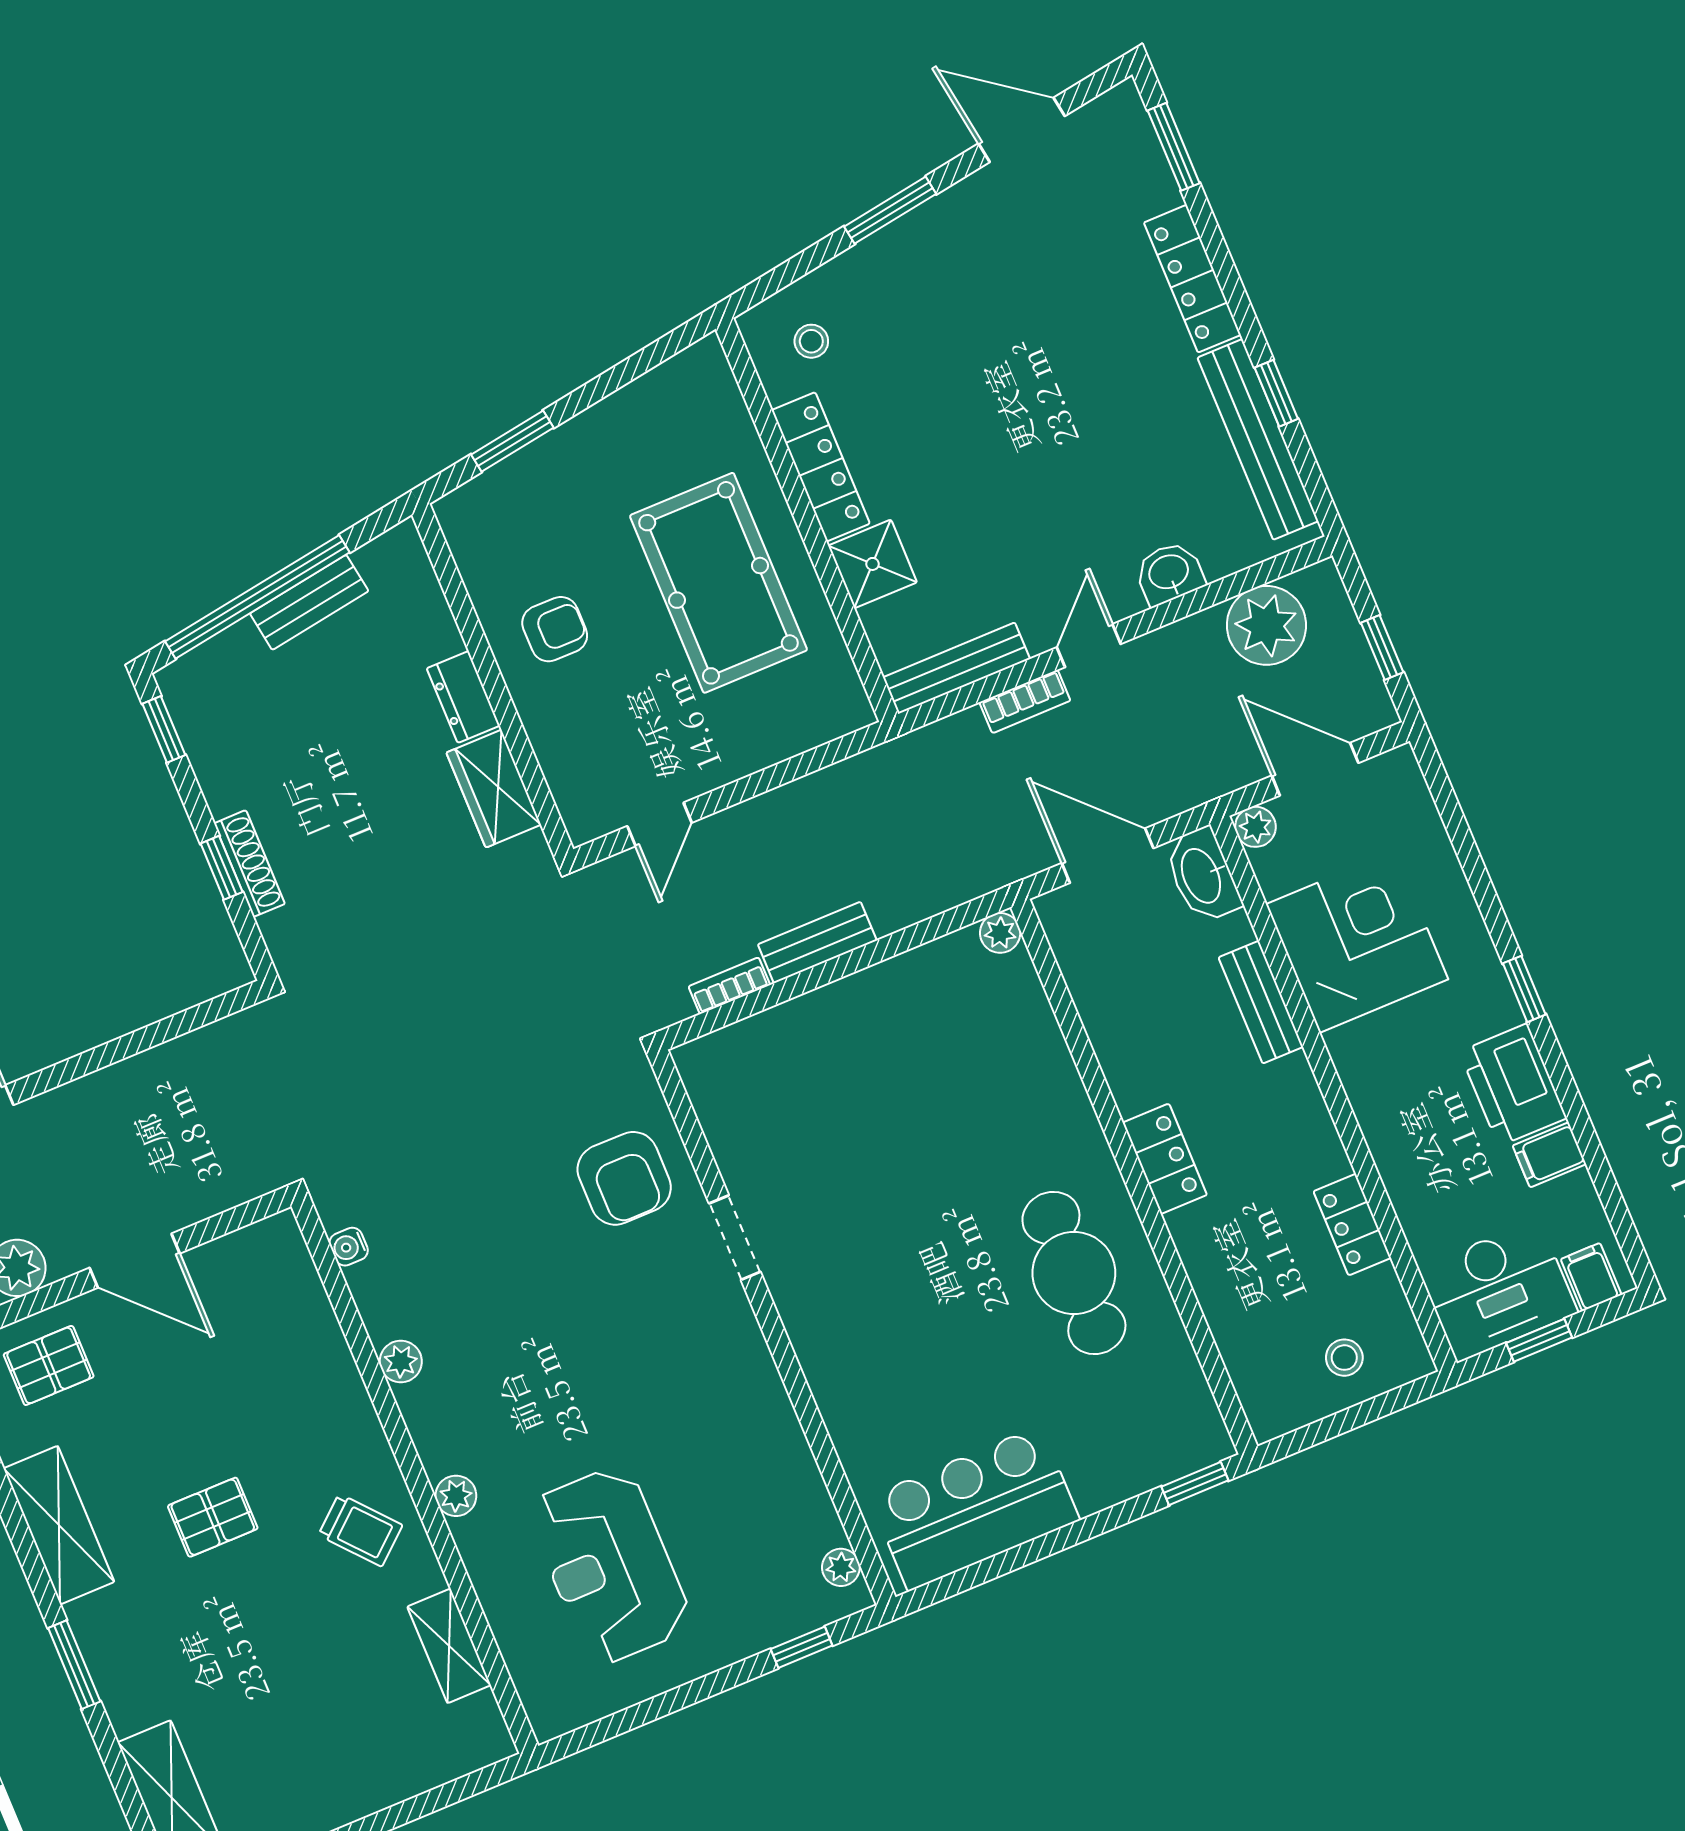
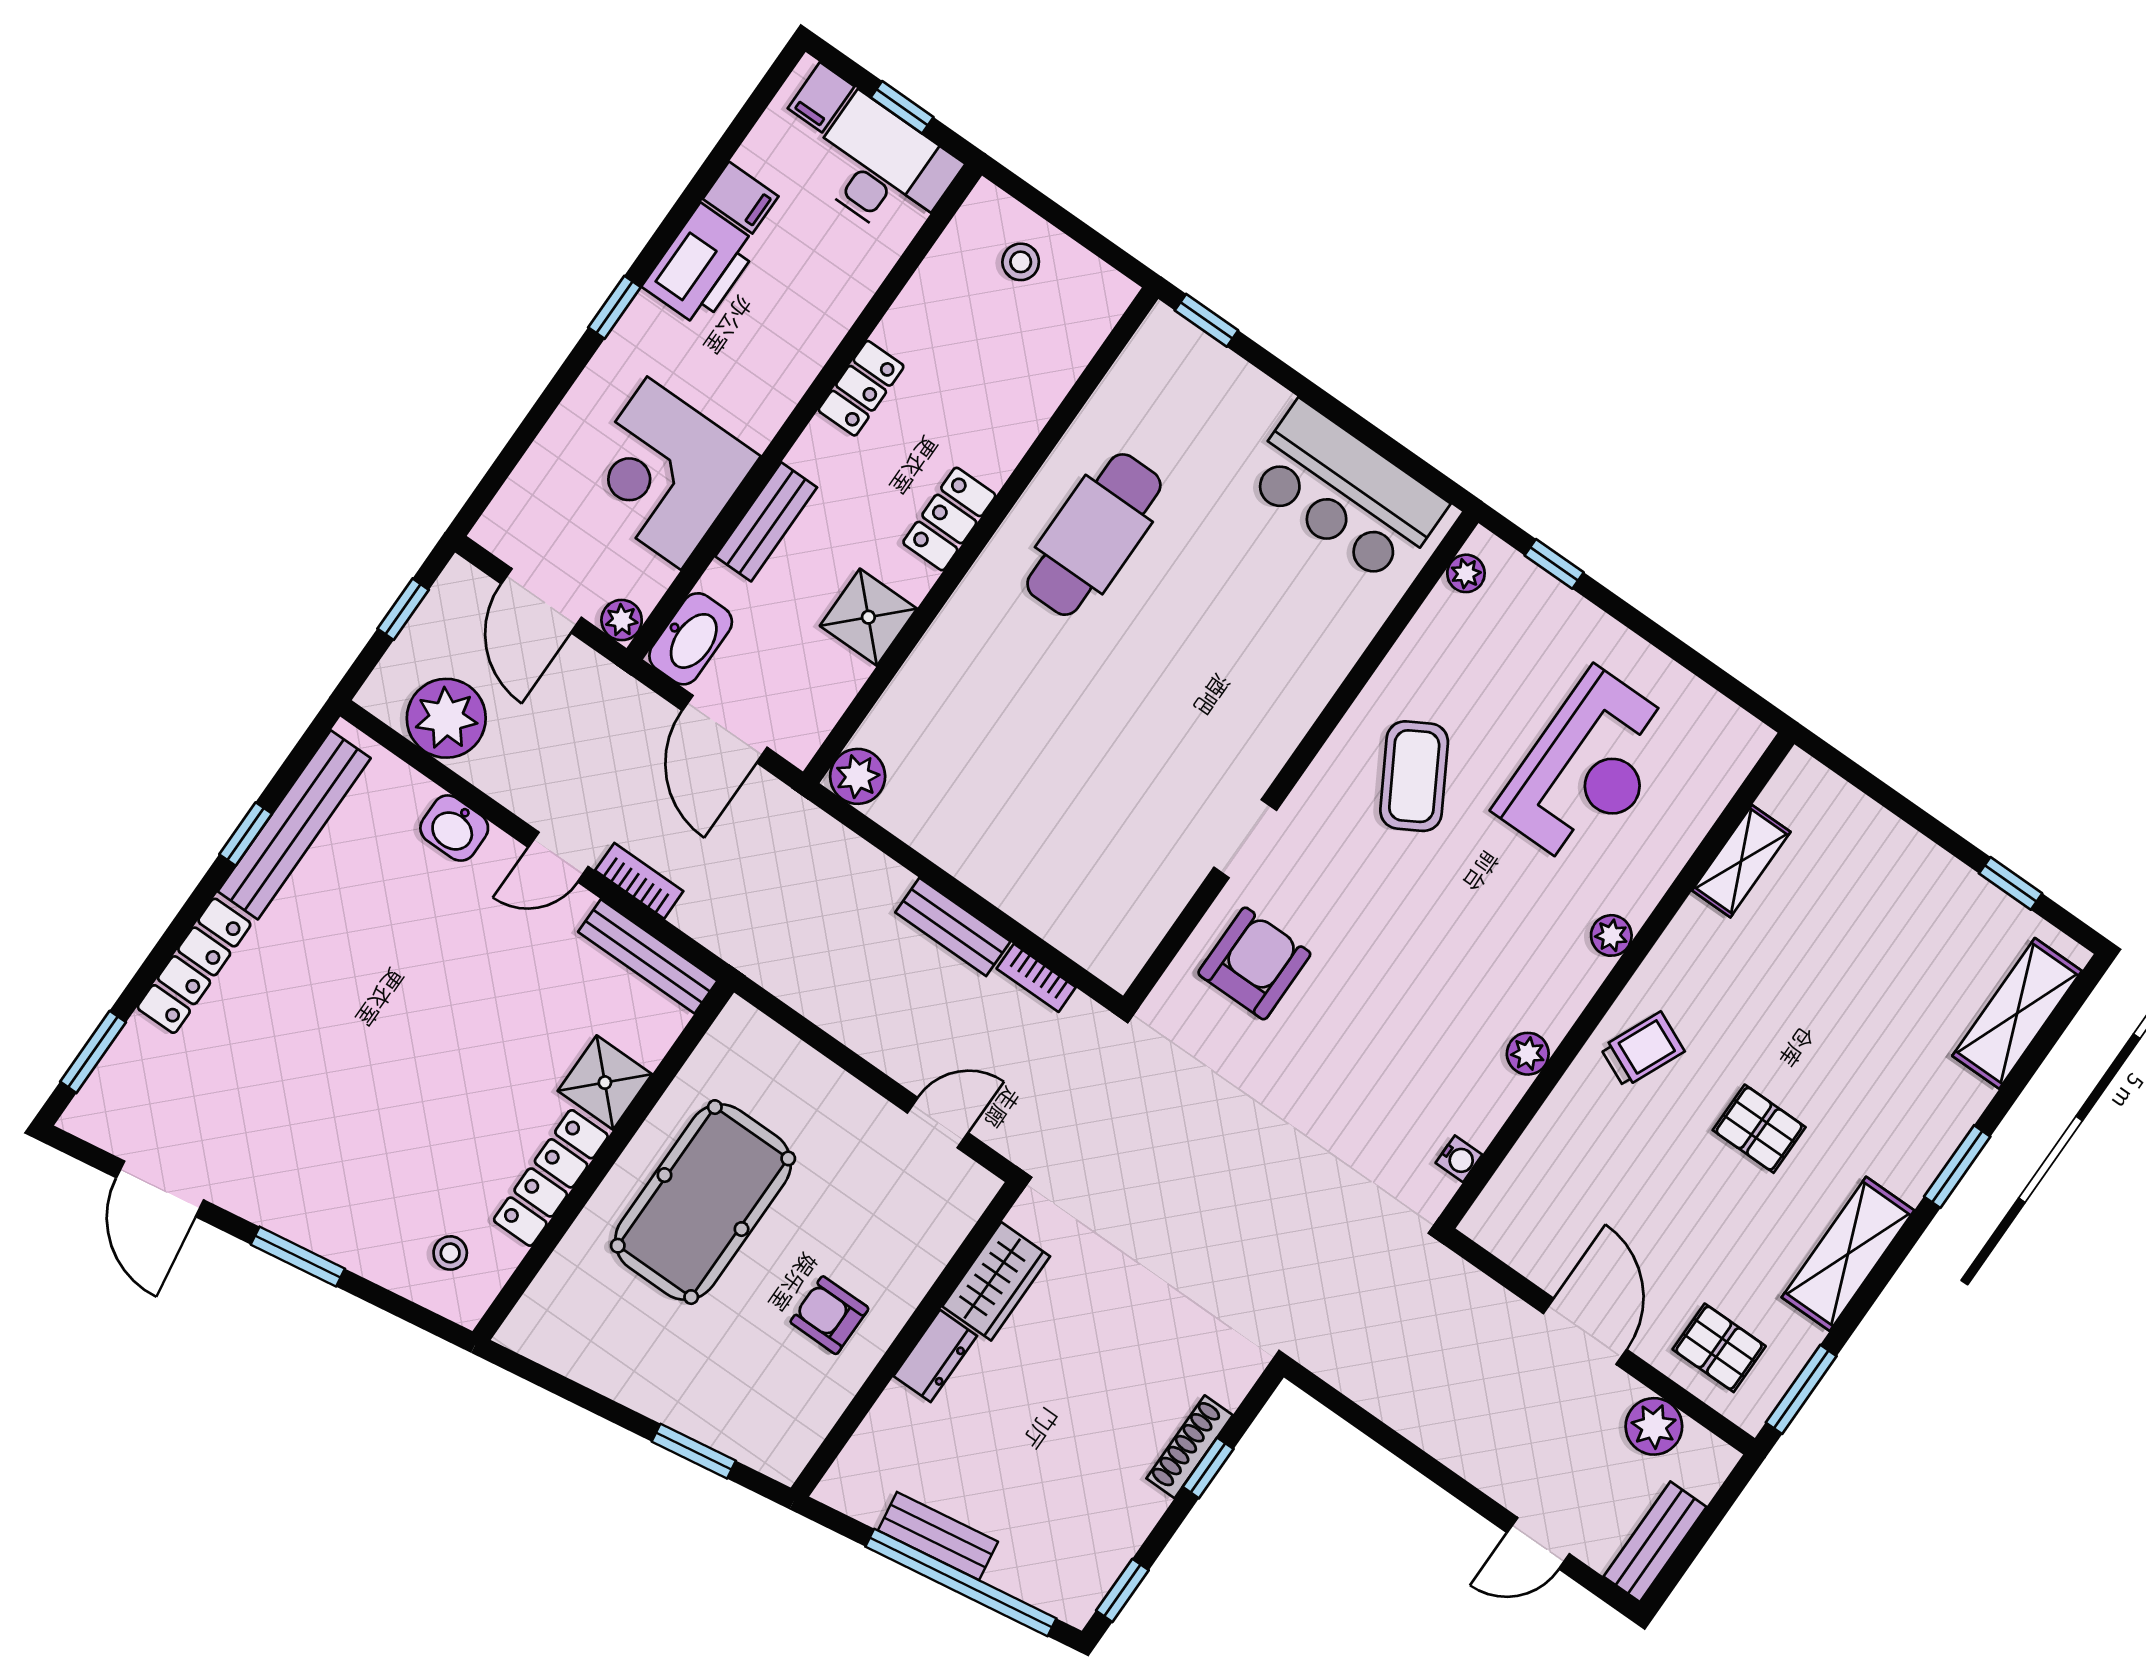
plant: (1000, 933) -> (858, 776), width x1.38, depth x1.38
shower: (1125, 1038) -> (868, 617), added
locker: (1352, 1225) -> (861, 388), moved
coffee table: (697, 1414) -> (1414, 776), added
trolley: (360, 1530) -> (1643, 1050), moved, turned 65

